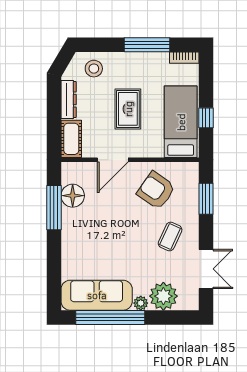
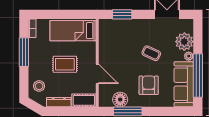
window: (206, 118) -> (71, 14), removed
armchair: (156, 190) -> (149, 85), moved, turned 145
coffee table: (170, 236) -> (151, 53), moved

